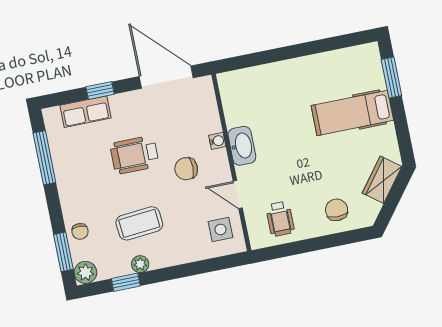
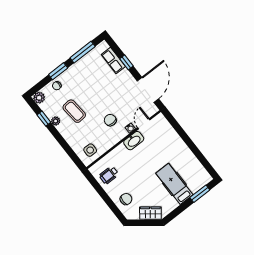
wheelchair: (135, 155) -> (105, 93), removed
door: (238, 195) -> (144, 124), moved
window: (63, 252) -> (58, 71), moved

